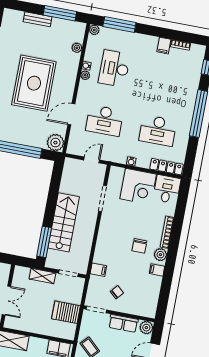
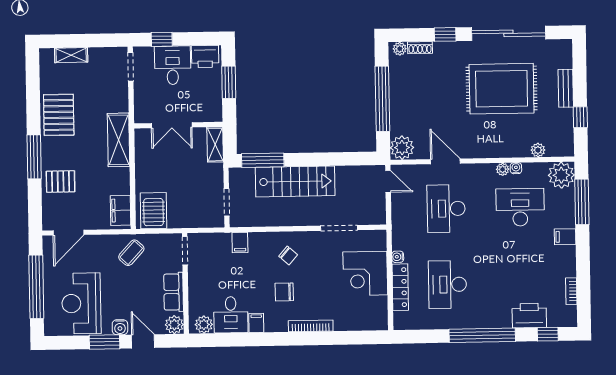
window: (60, 13) -> (580, 117), width x0.46
plant: (94, 30) -> (561, 175), width x1.88, depth x1.88
filing cabinet: (164, 46) -> (565, 237), moved
printer: (191, 78) -> (529, 316), added
rug: (34, 83) -> (502, 89), moved
door: (92, 160) -> (388, 181), moved
locker: (167, 167) -> (400, 287), moved
desk: (167, 189) -> (231, 315), moved, turned 90
plant: (160, 255) -> (204, 325), moved
shelving: (42, 276) -> (215, 145), moved
chair: (117, 292) -> (288, 255), moved
server rack: (66, 312) -> (153, 211), moved

